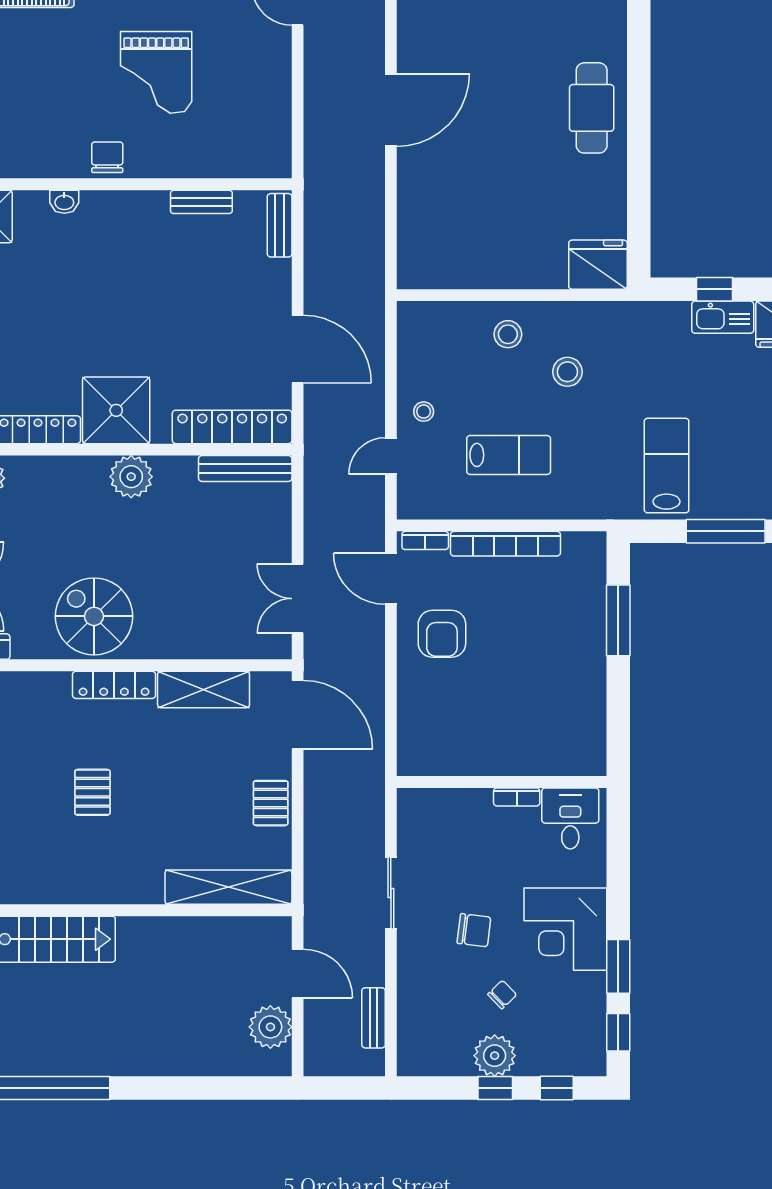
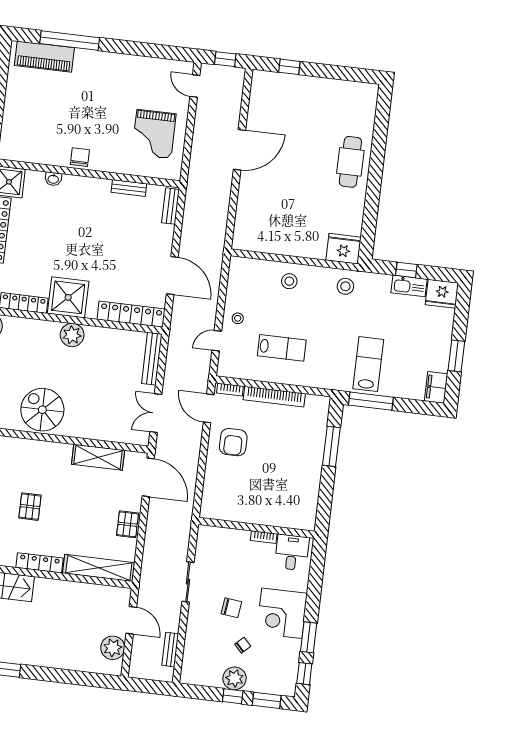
grand piano: (156, 72) -> (154, 134), moved
stool: (567, 372) -> (345, 286), moved
bench: (245, 468) -> (152, 359), moved, turned 90
window: (726, 531) -> (371, 401), moved
locker: (114, 685) -> (39, 563), moved, turned 180
window: (557, 1088) -> (267, 700), width x1.50

